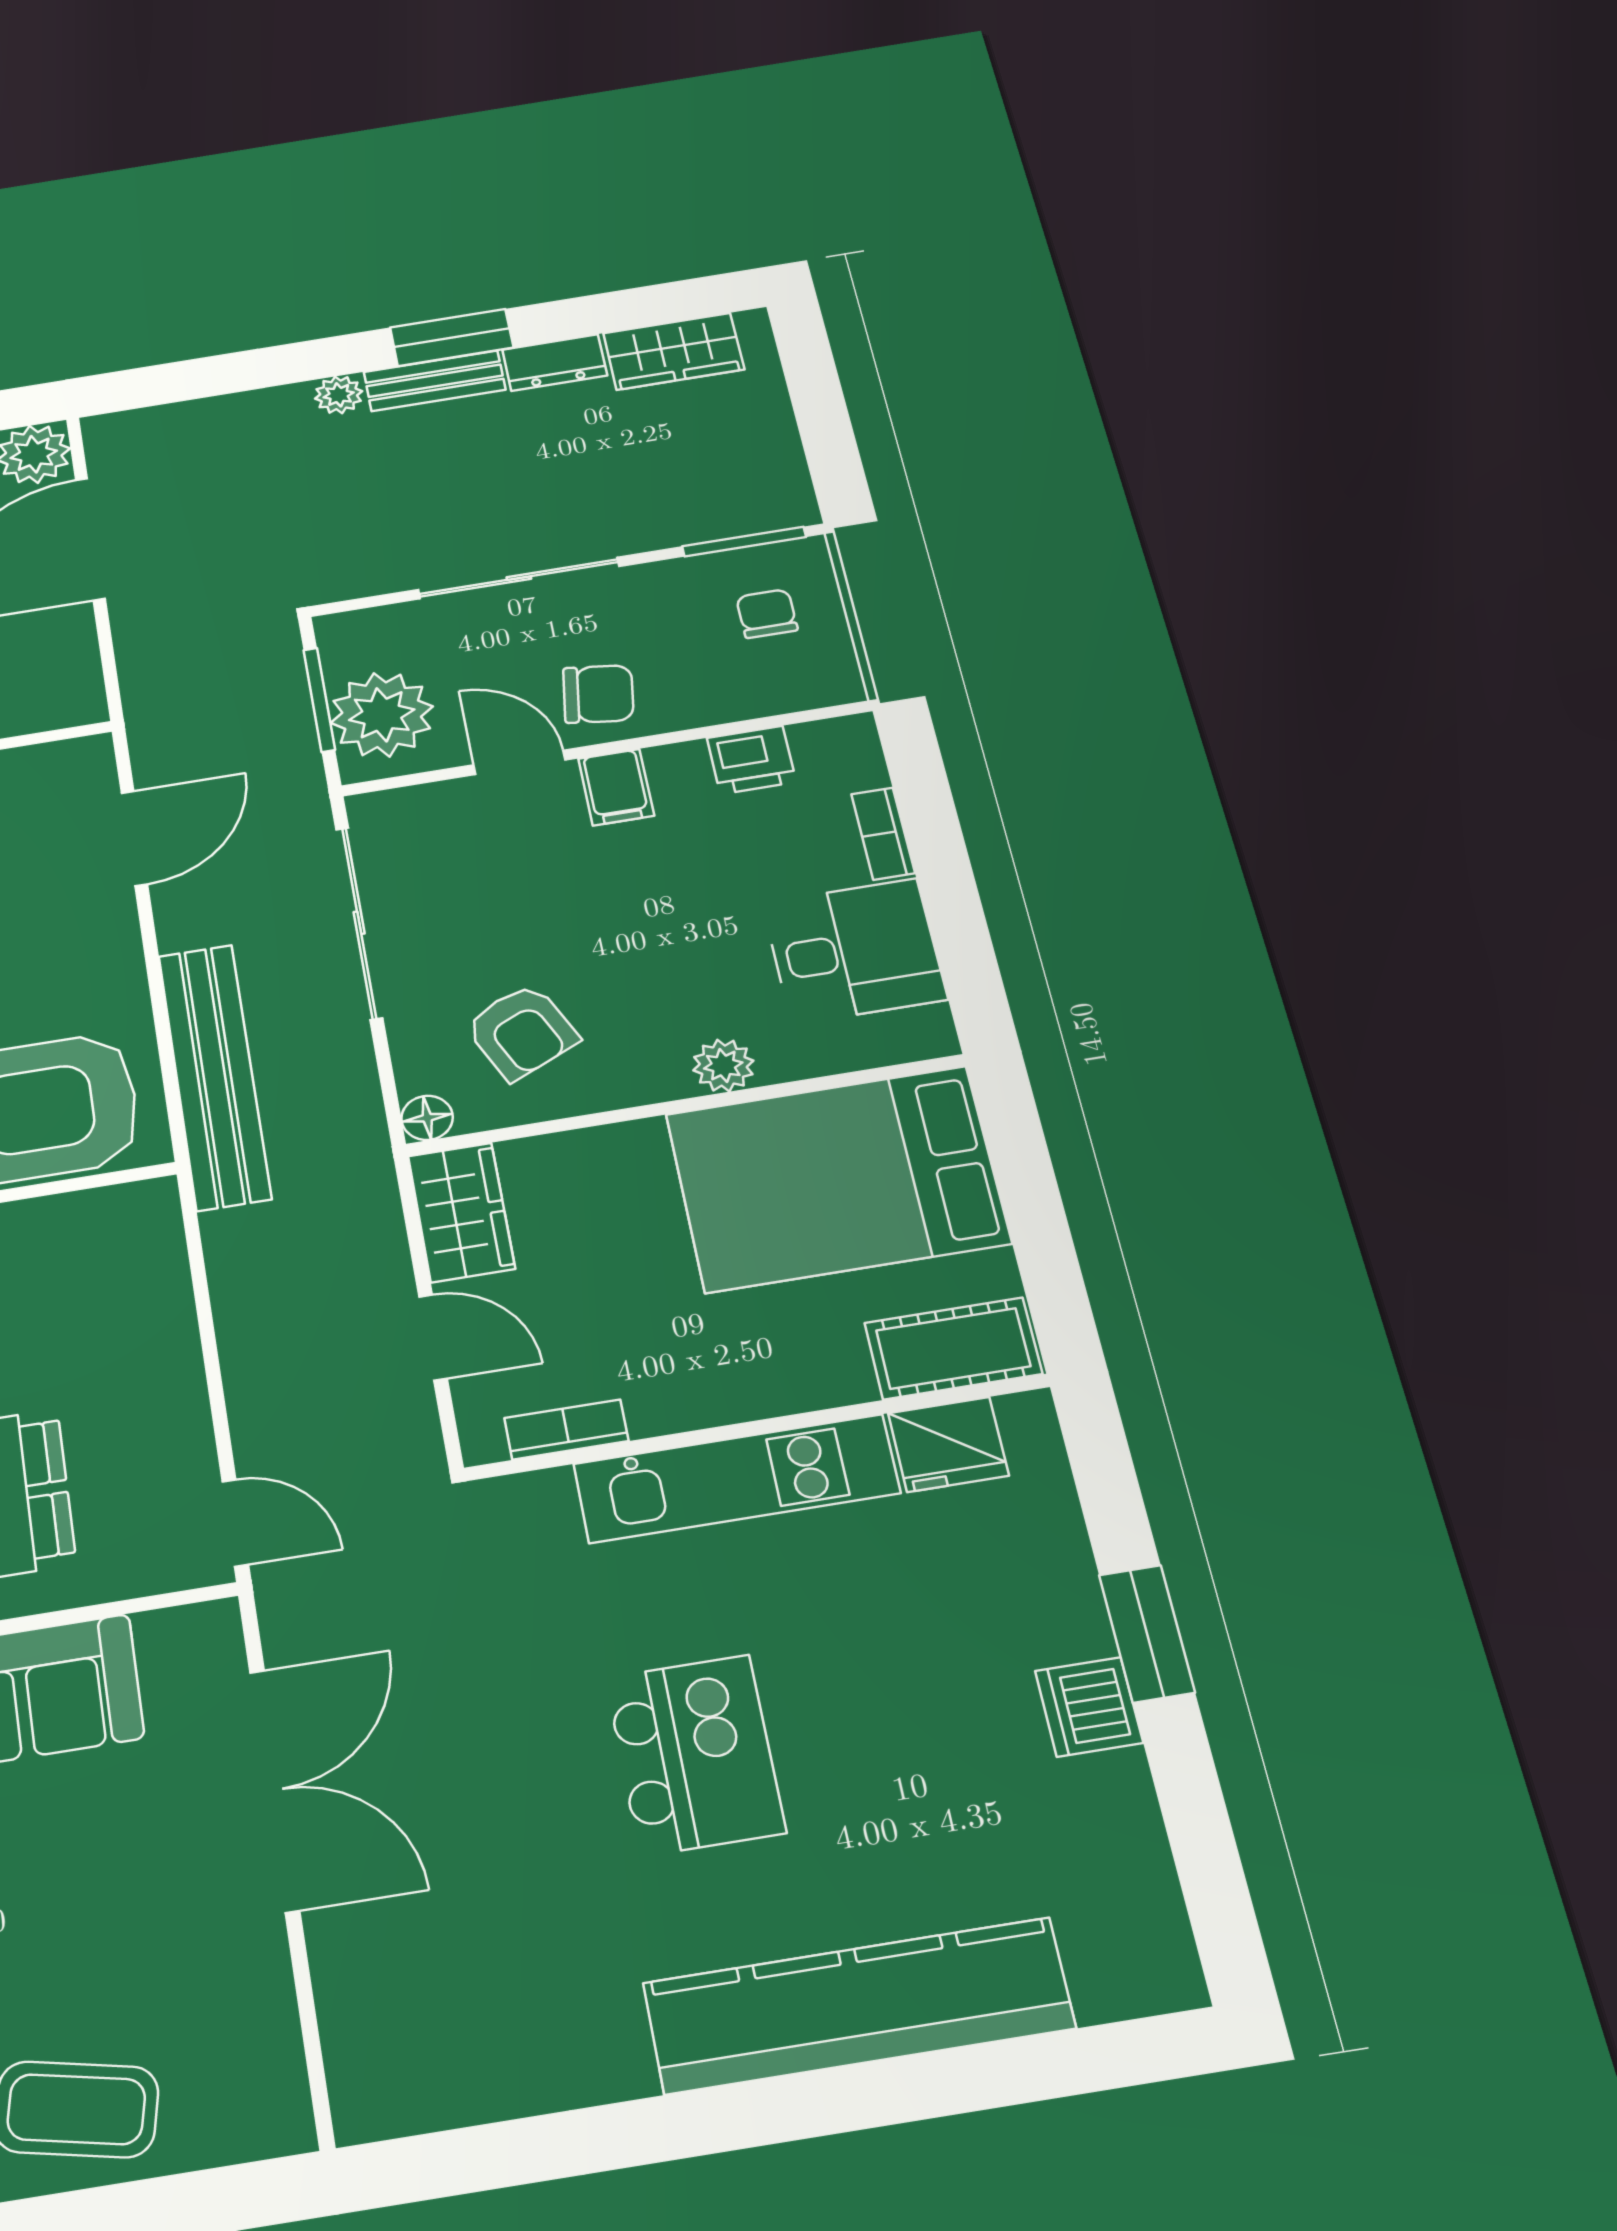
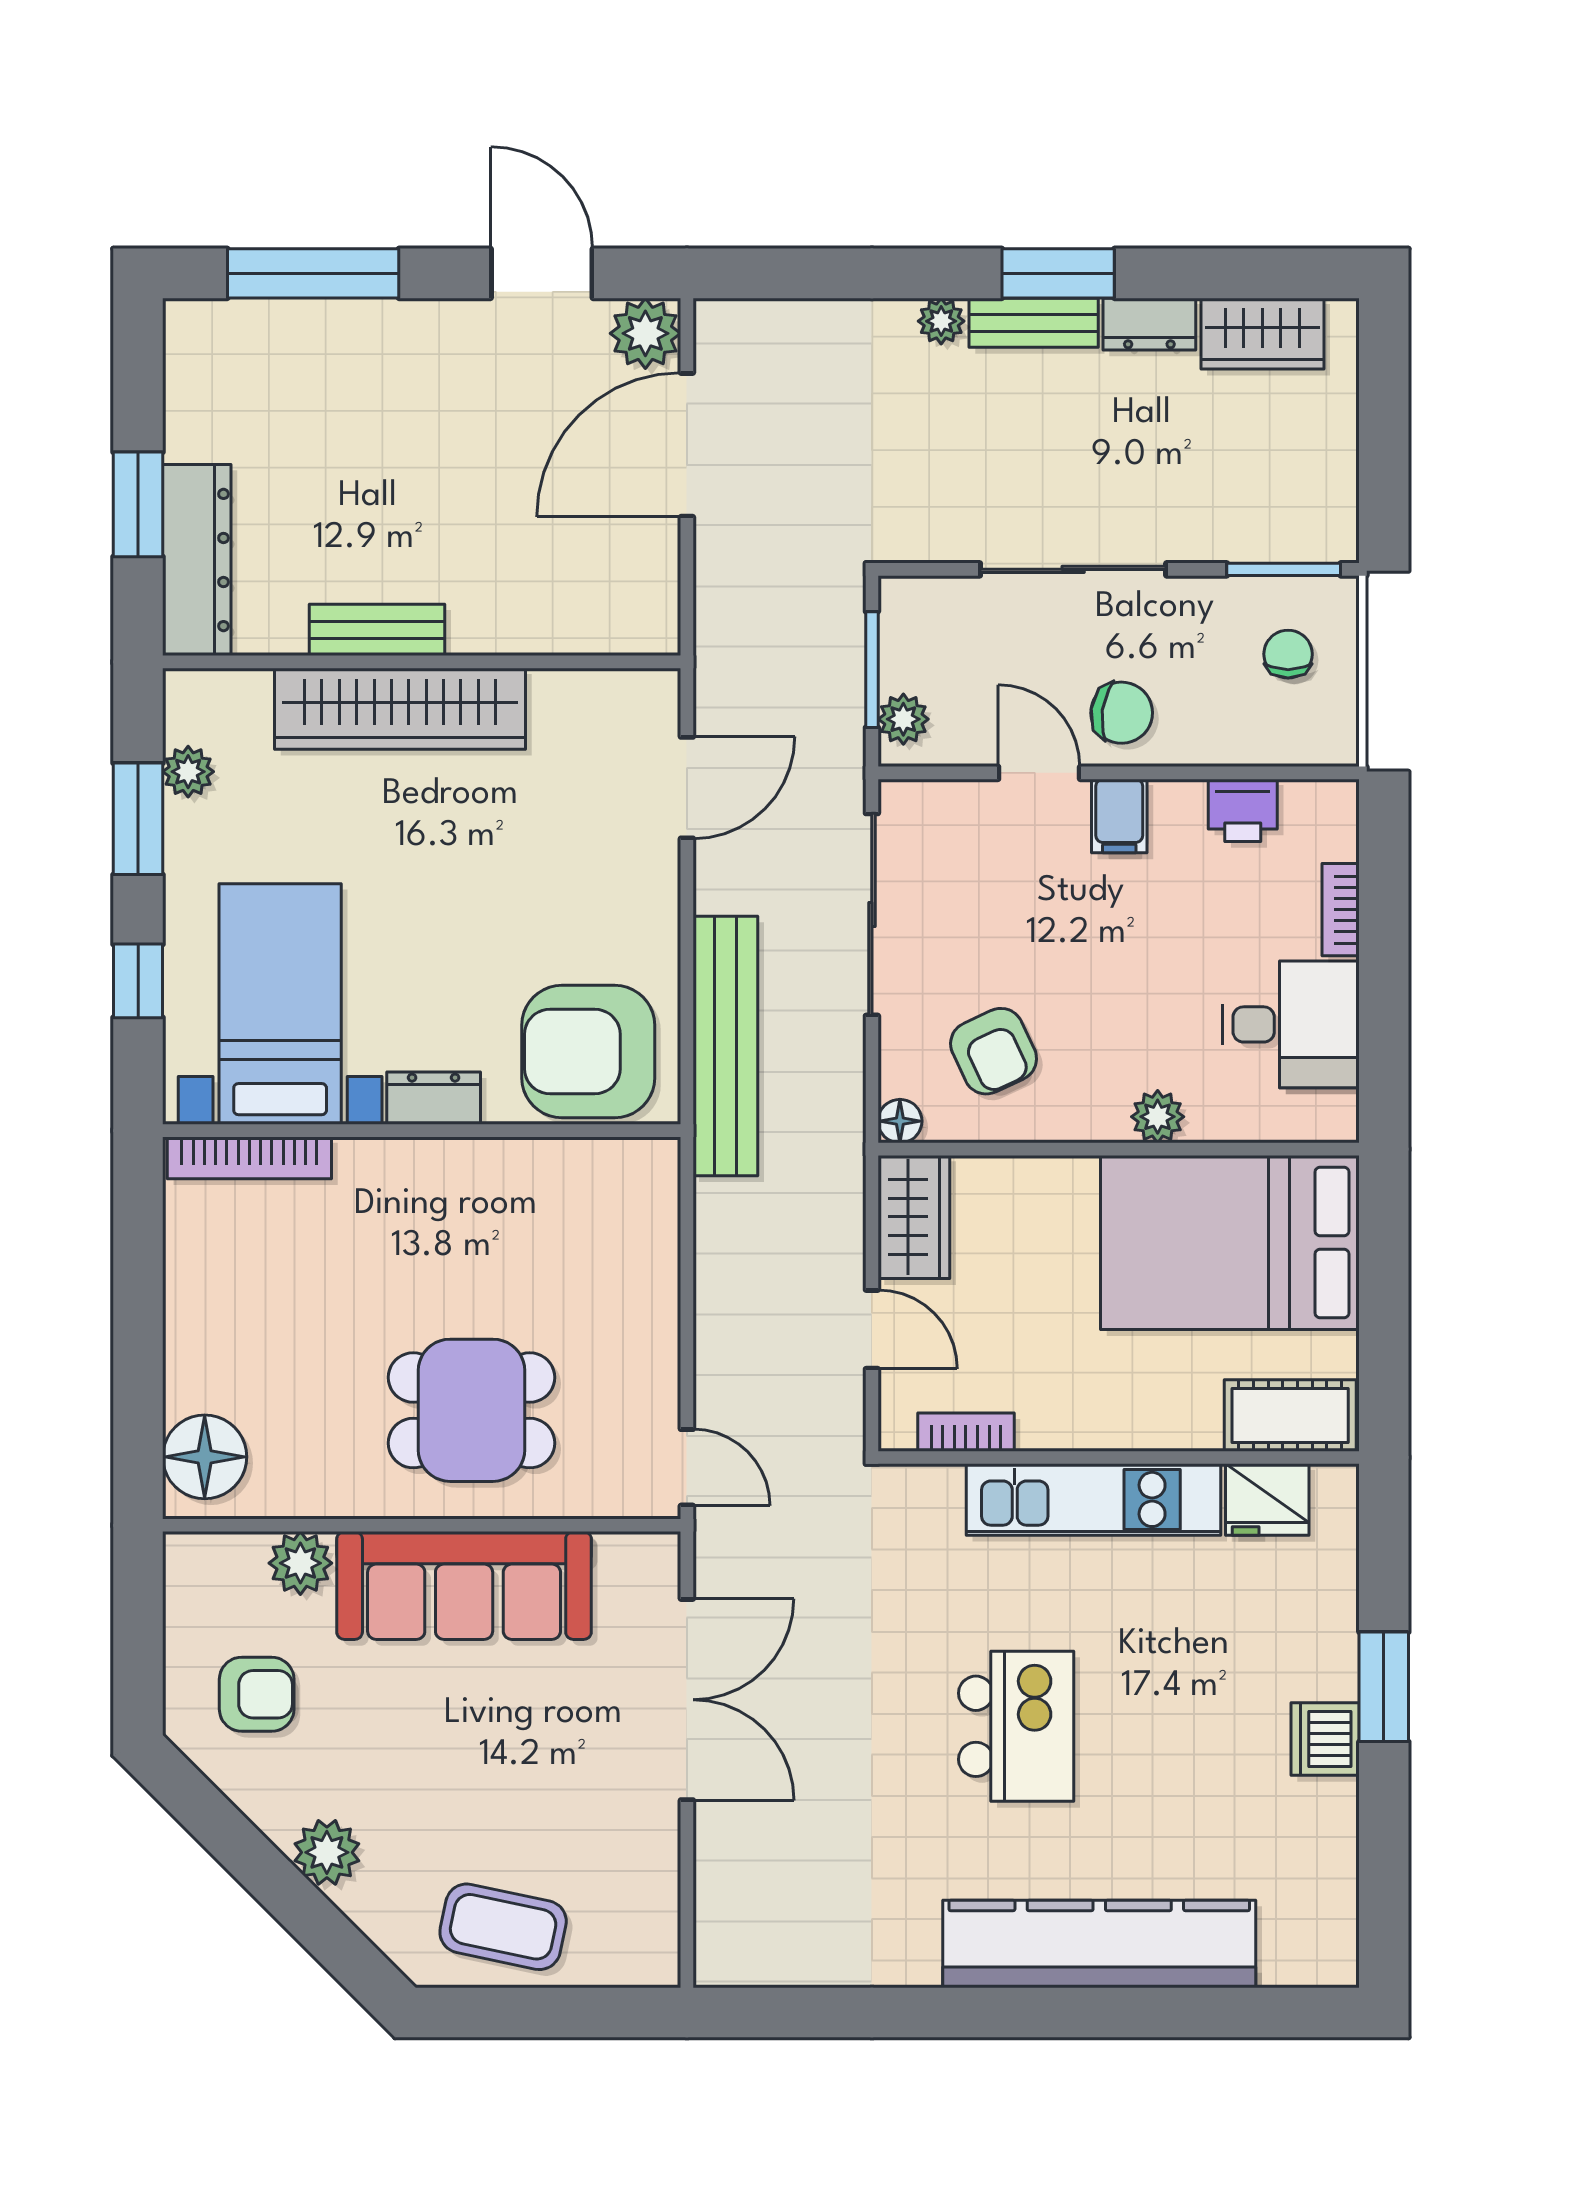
plant: (382, 715) -> (903, 719), width x0.53, depth x0.53

